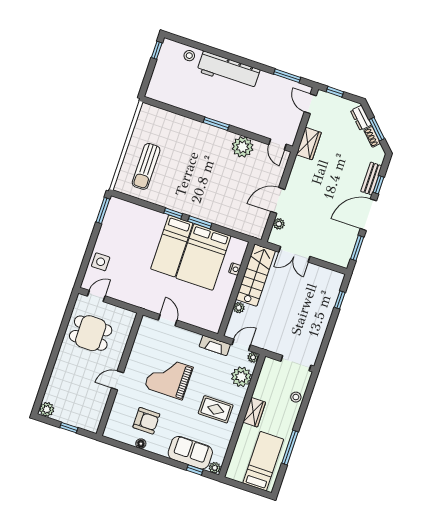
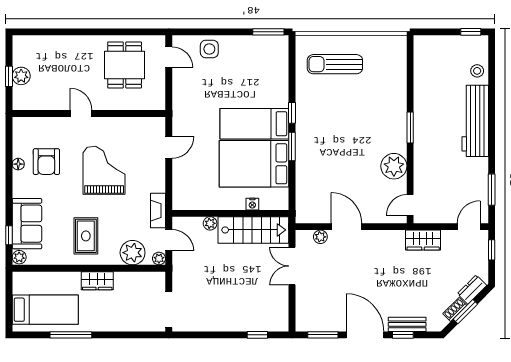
stool: (296, 397) -> (130, 322), removed
plant: (47, 409) -> (21, 76), moved

